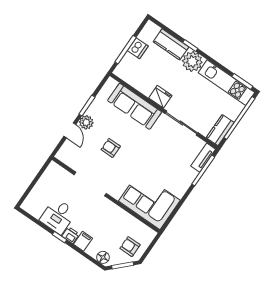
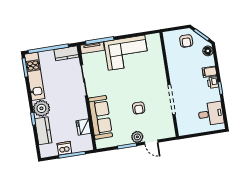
fridge: (160, 97) -> (83, 127), moved
door: (70, 130) -> (151, 142), swing flipped
corner sofa: (149, 201) -> (127, 53), moved, turned -90
desk: (58, 216) -> (211, 114), moved

